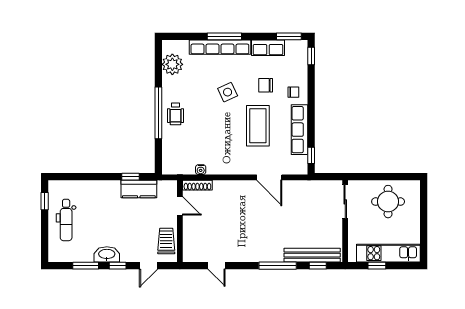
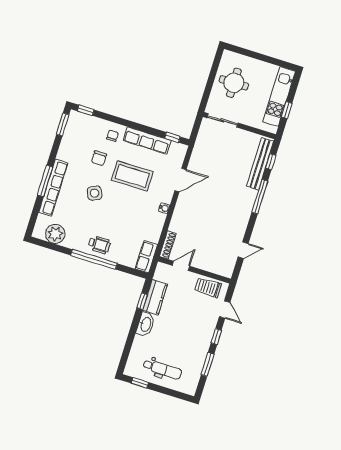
row of seats: (268, 48) -> (146, 257), moved, turned 180
water cooler: (201, 170) -> (164, 208), moved
washbasin: (107, 254) -> (146, 324), moved, turned 180

